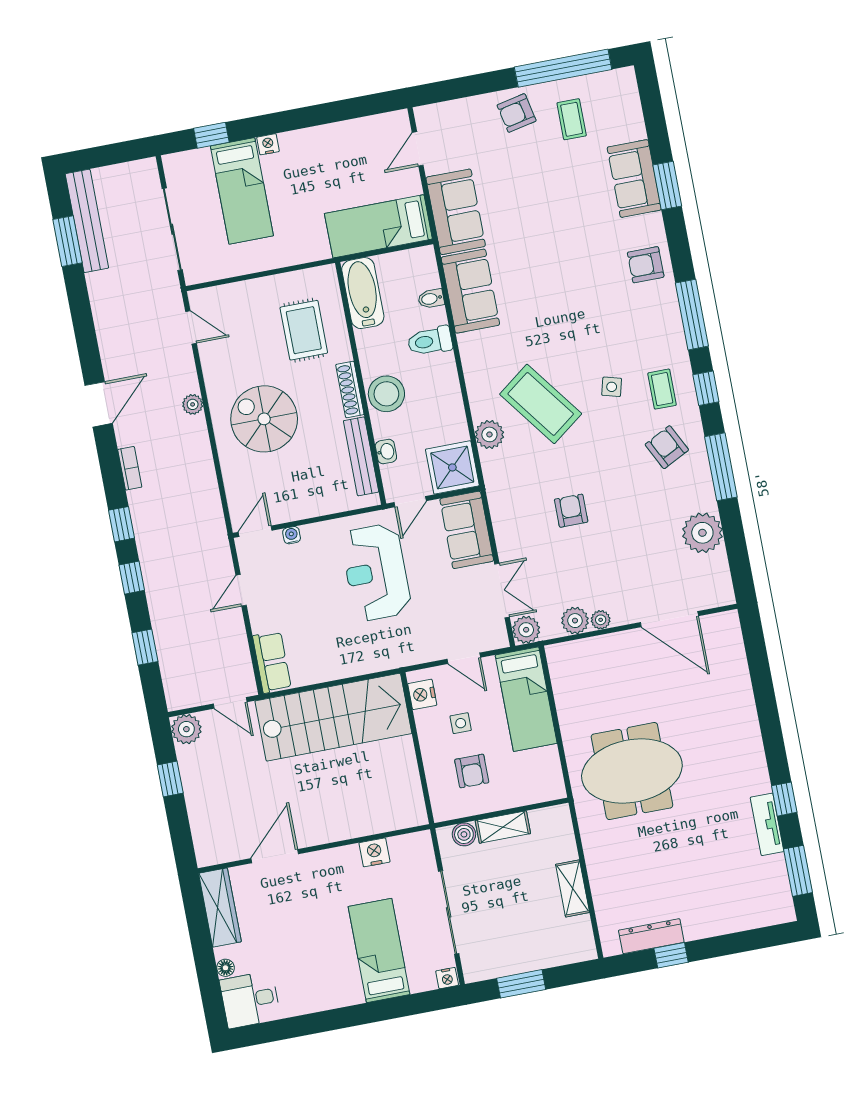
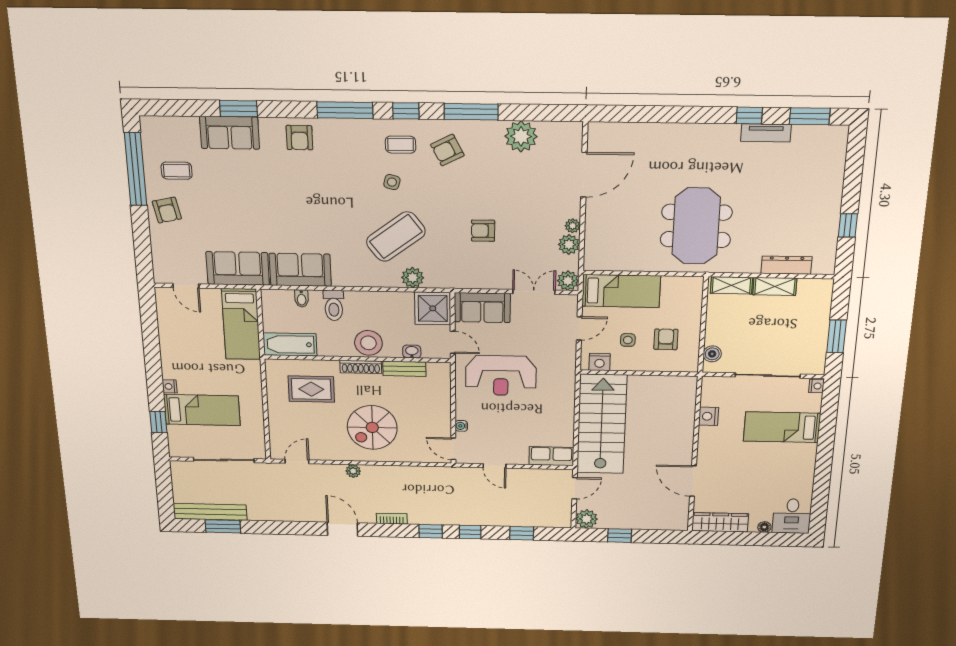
bench: (361, 456) -> (404, 369), width x0.73
armchair: (472, 771) -> (666, 339), turned -90
shelving: (503, 827) -> (731, 285), moved, turned 90
dresser: (651, 936) -> (786, 265), moved, turned 90

